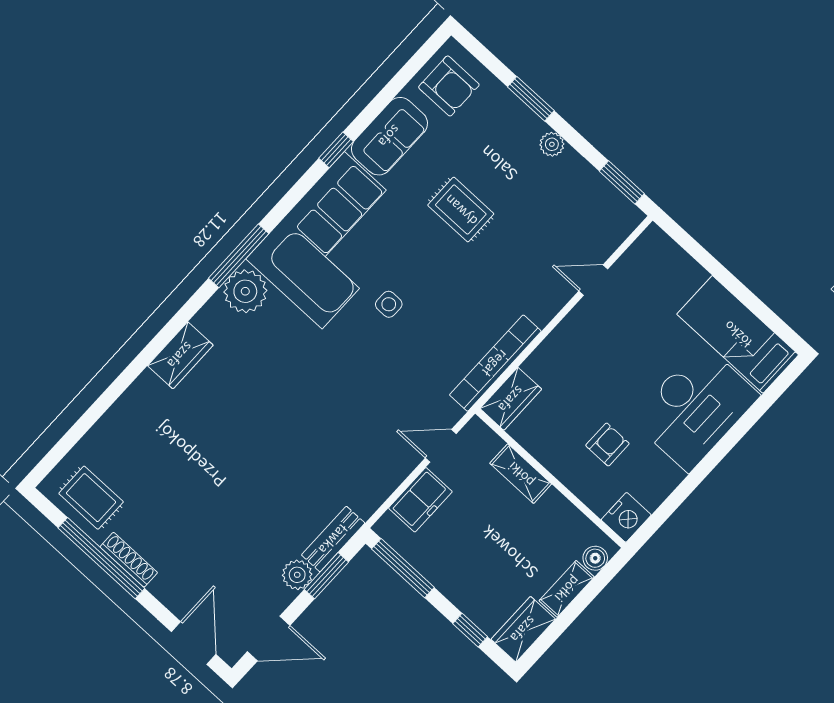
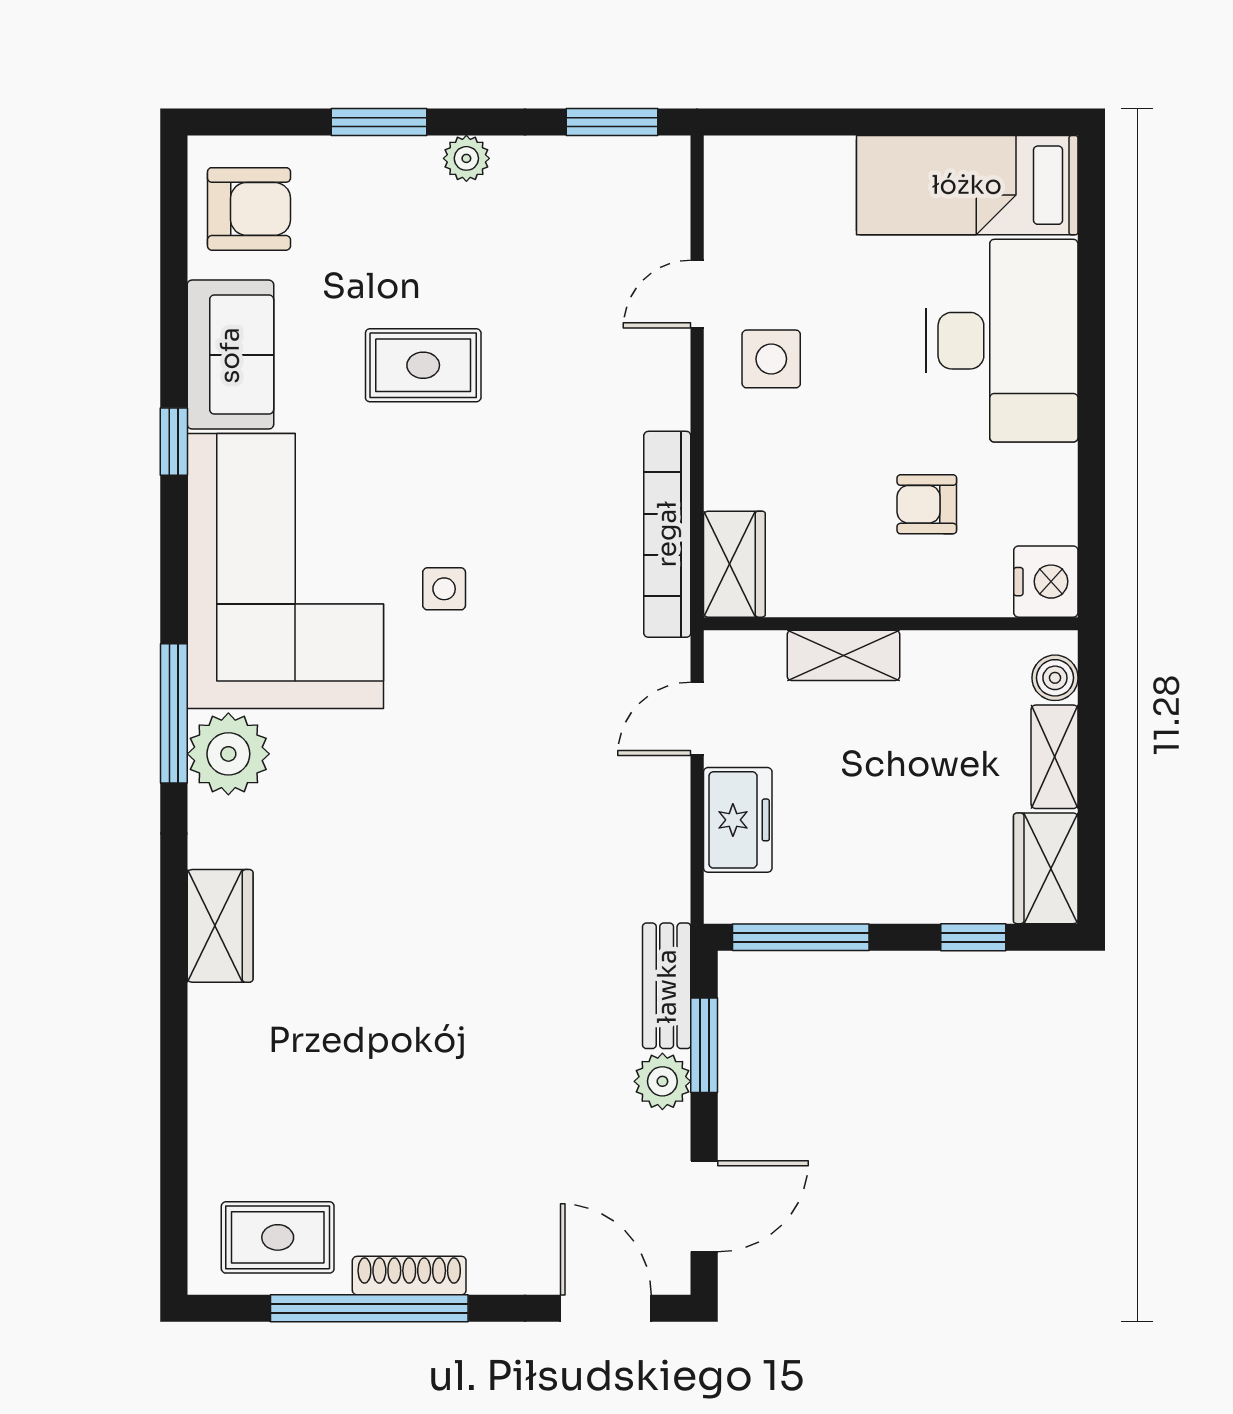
side table: (599, 332) -> (771, 359), added
armchair: (607, 444) -> (927, 504), turned -90

